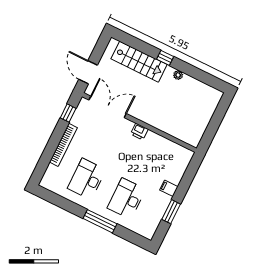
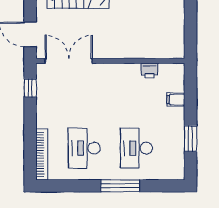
printer: (139, 132) -> (149, 71), moved
bookcase: (63, 145) -> (42, 154), moved
filing cabinet: (169, 188) -> (176, 100), moved

